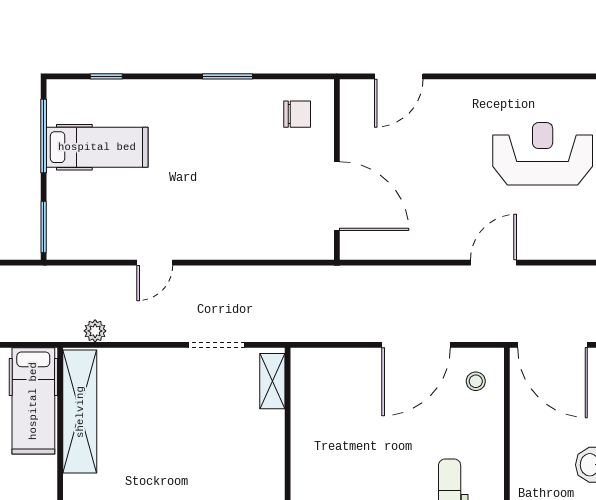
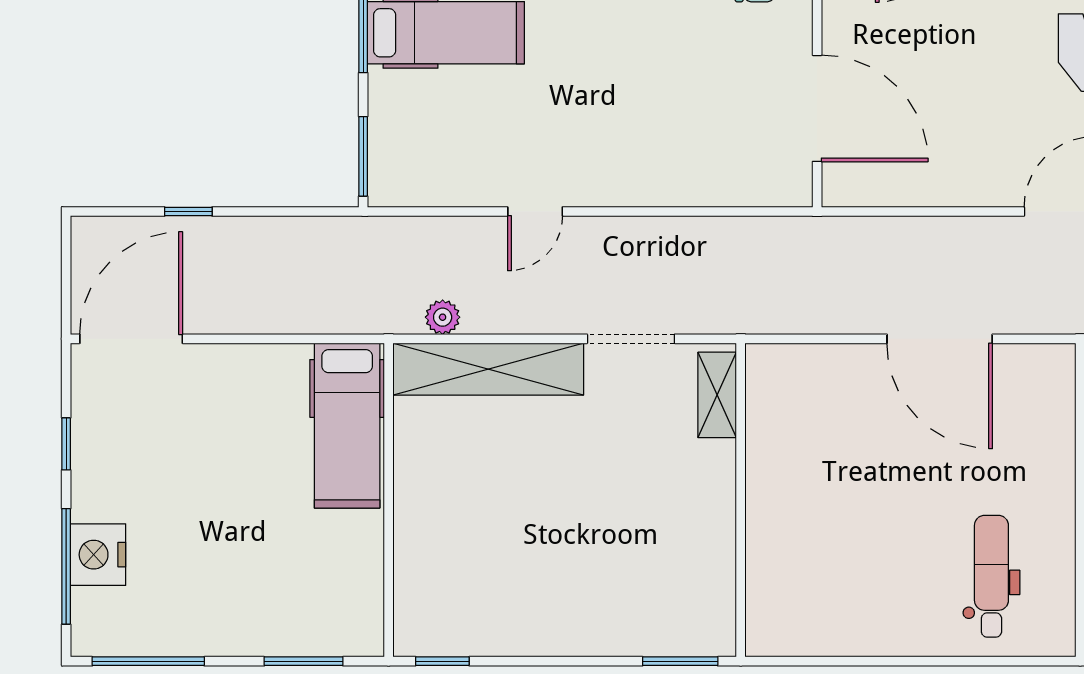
door: (416, 345) -> (940, 339), hinge flipped
stool: (476, 381) -> (1032, 395), removed
shelving: (80, 412) -> (488, 369), moved, turned 90

